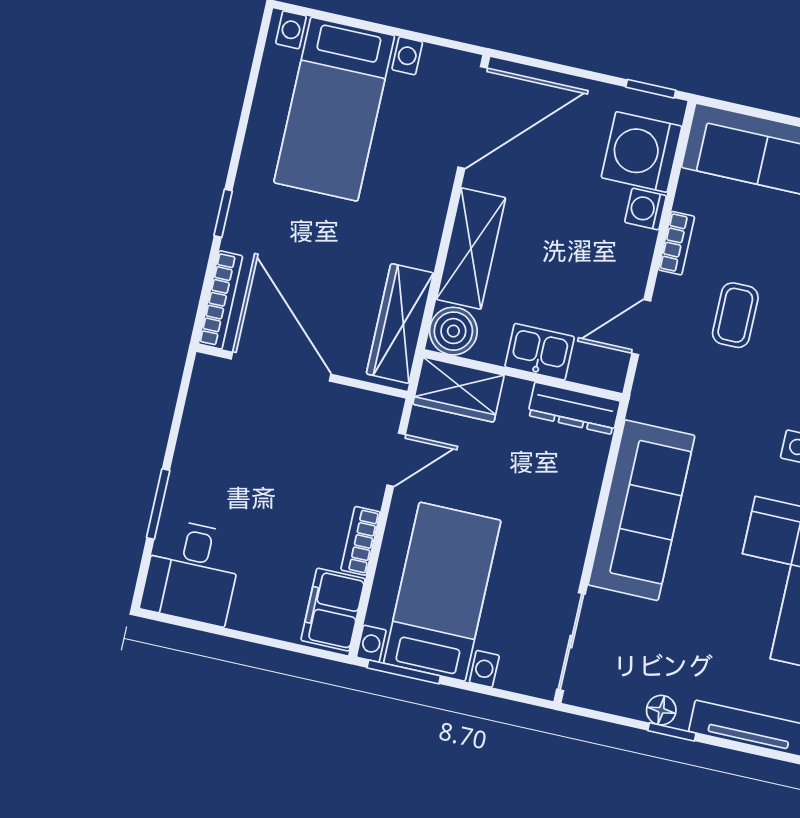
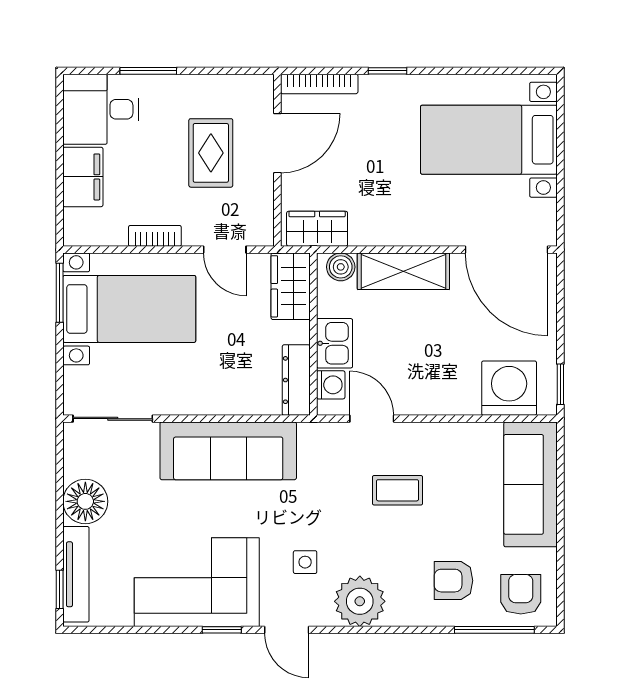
washing machine: (645, 209) -> (331, 385), moved, turned 90
bookcase: (677, 243) -> (444, 432), removed
wardrobe: (400, 323) -> (317, 229), width x0.67
boiler: (453, 331) -> (341, 267), width x0.73, depth x0.73
door: (281, 367) -> (277, 143), width x0.73
rug: (275, 450) -> (211, 153), added
filing cabinet: (333, 610) -> (83, 177), moved, turned 90
floor lamp: (661, 710) -> (85, 501), width x1.89, depth x1.89
window: (672, 732) -> (60, 589), moved

